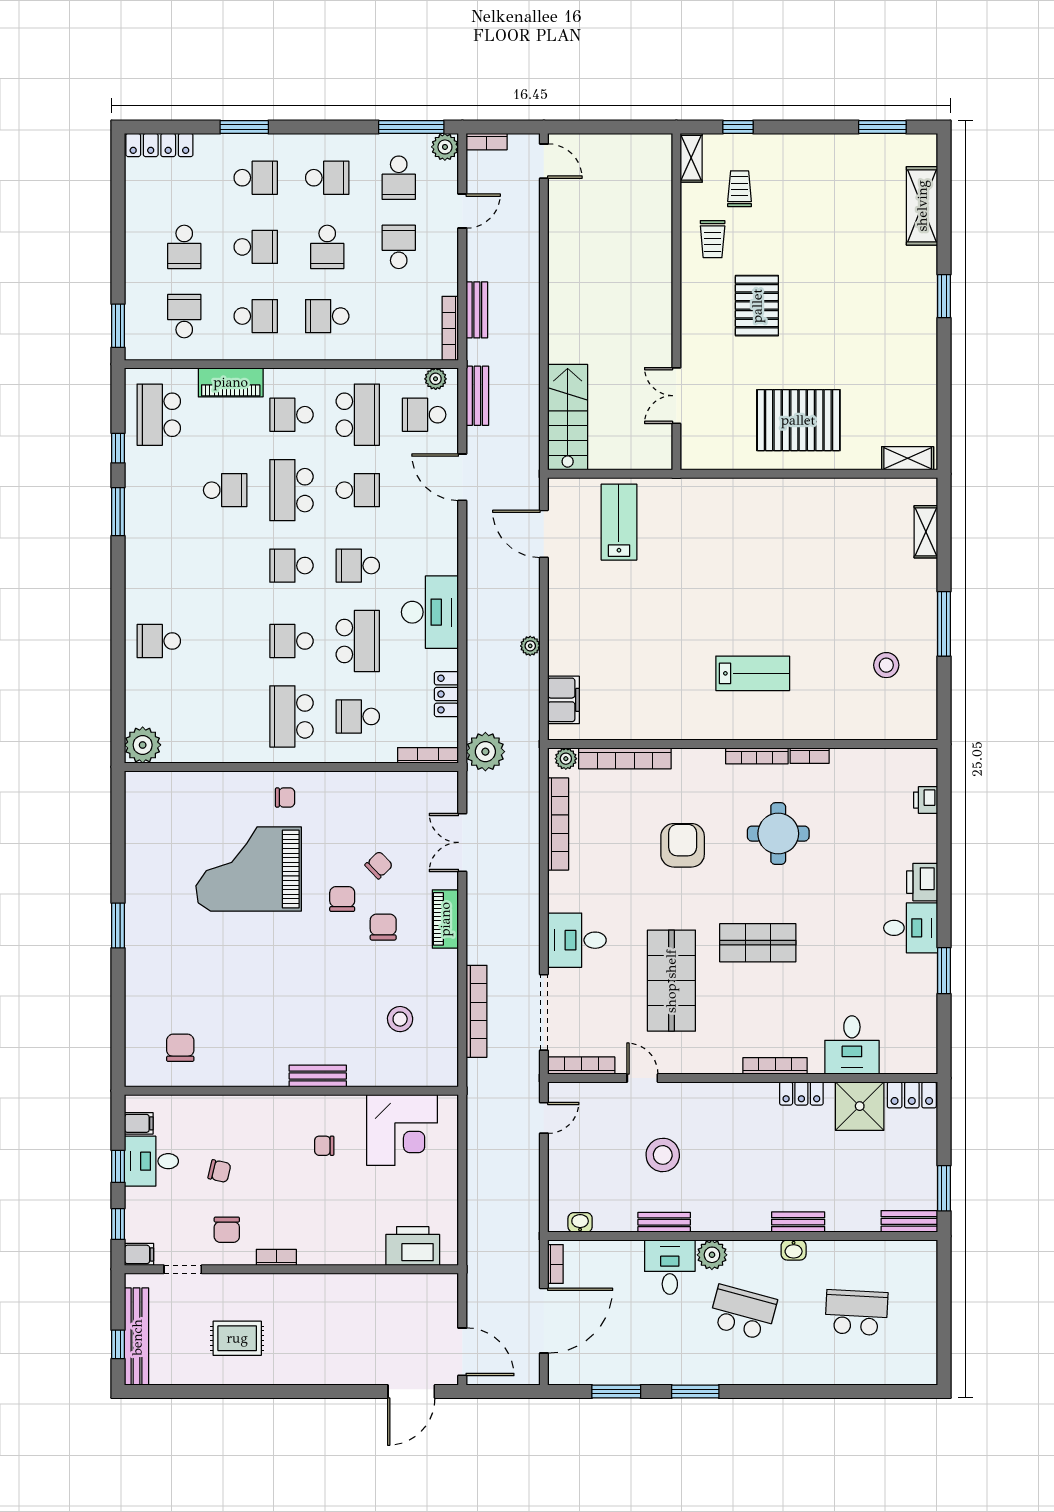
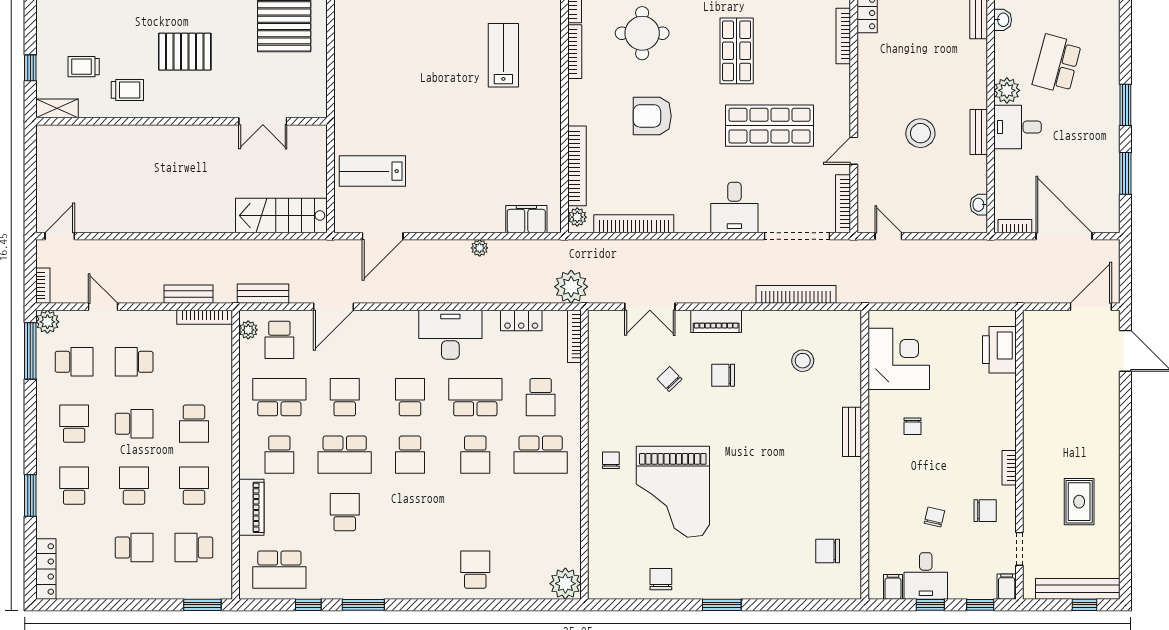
school desk: (358, 566) -> (410, 397), turned 180
school desk: (159, 641) -> (475, 570), turned 180
chair: (342, 899) -> (661, 579), moved, turned 90

